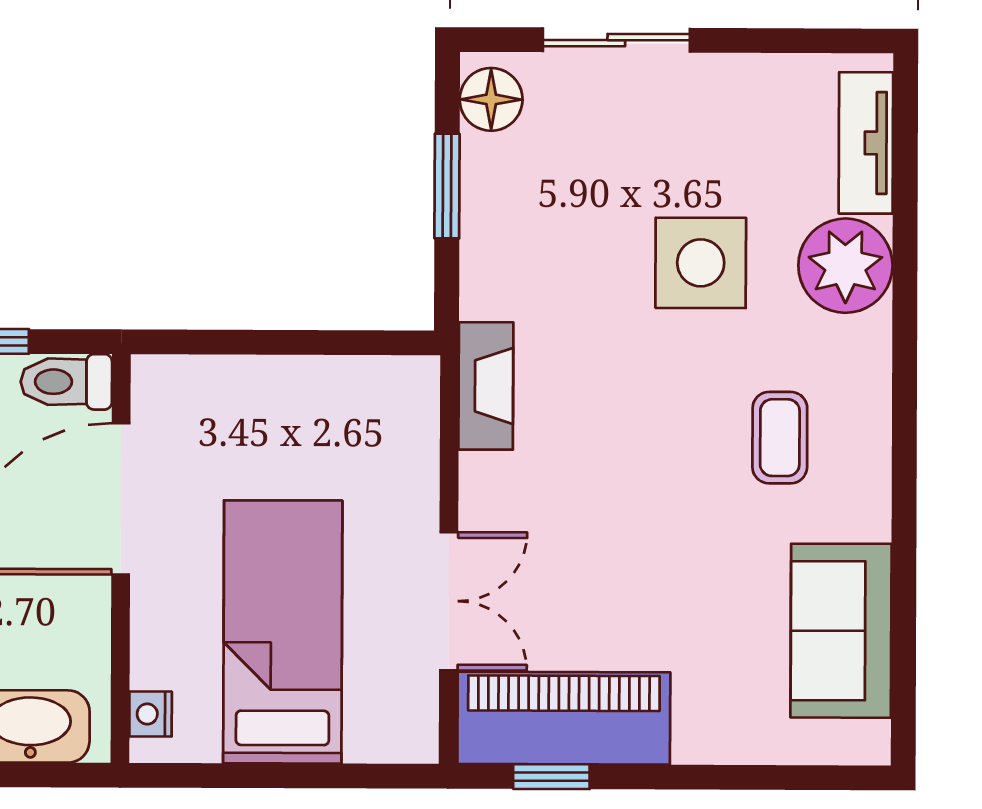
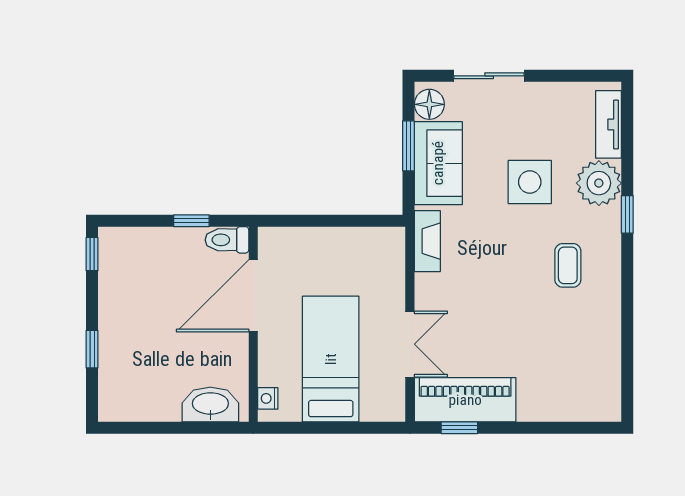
window: (905, 331) -> (627, 214), added
sofa: (841, 631) -> (438, 163), moved, turned 180

